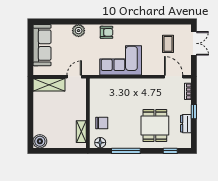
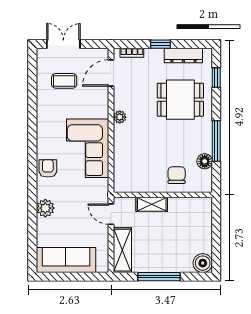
plant: (143, 83) -> (120, 117), added
window: (30, 111) -> (159, 277), added
dresser: (186, 124) -> (183, 55), width x1.44
shelving: (81, 132) -> (152, 204), moved
floor lamp: (100, 143) -> (205, 161), moved

